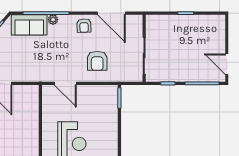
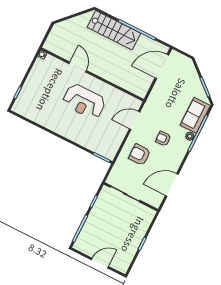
armchair: (84, 26) -> (163, 139), moved
door: (227, 64) -> (100, 263), moved

